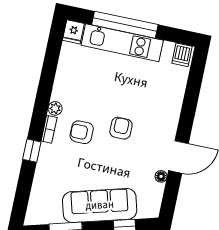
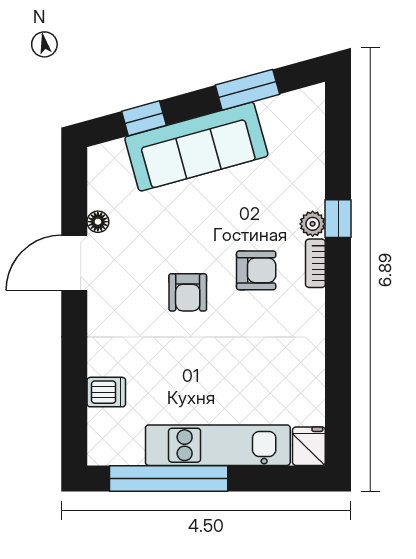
window: (125, 25) -> (169, 478), moved
dishwasher: (182, 55) -> (106, 392), moved, turned 90
plant: (55, 108) -> (313, 224), moved

